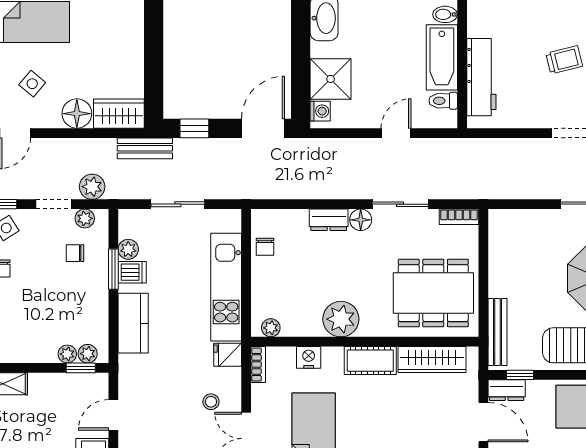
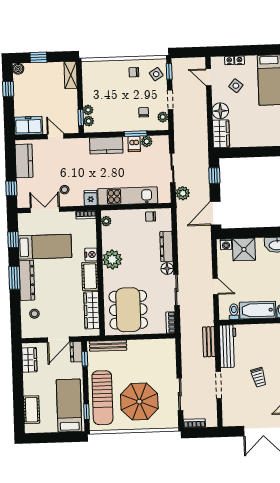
workbench: (481, 77) -> (228, 346), moved, turned -90
door: (263, 128) -> (216, 213), swing flipped
bench: (145, 148) -> (209, 342), moved
plant: (92, 187) -> (183, 193), moved
dresser: (329, 220) -> (166, 246), width x1.44
nightstand: (309, 357) -> (91, 255), moved

